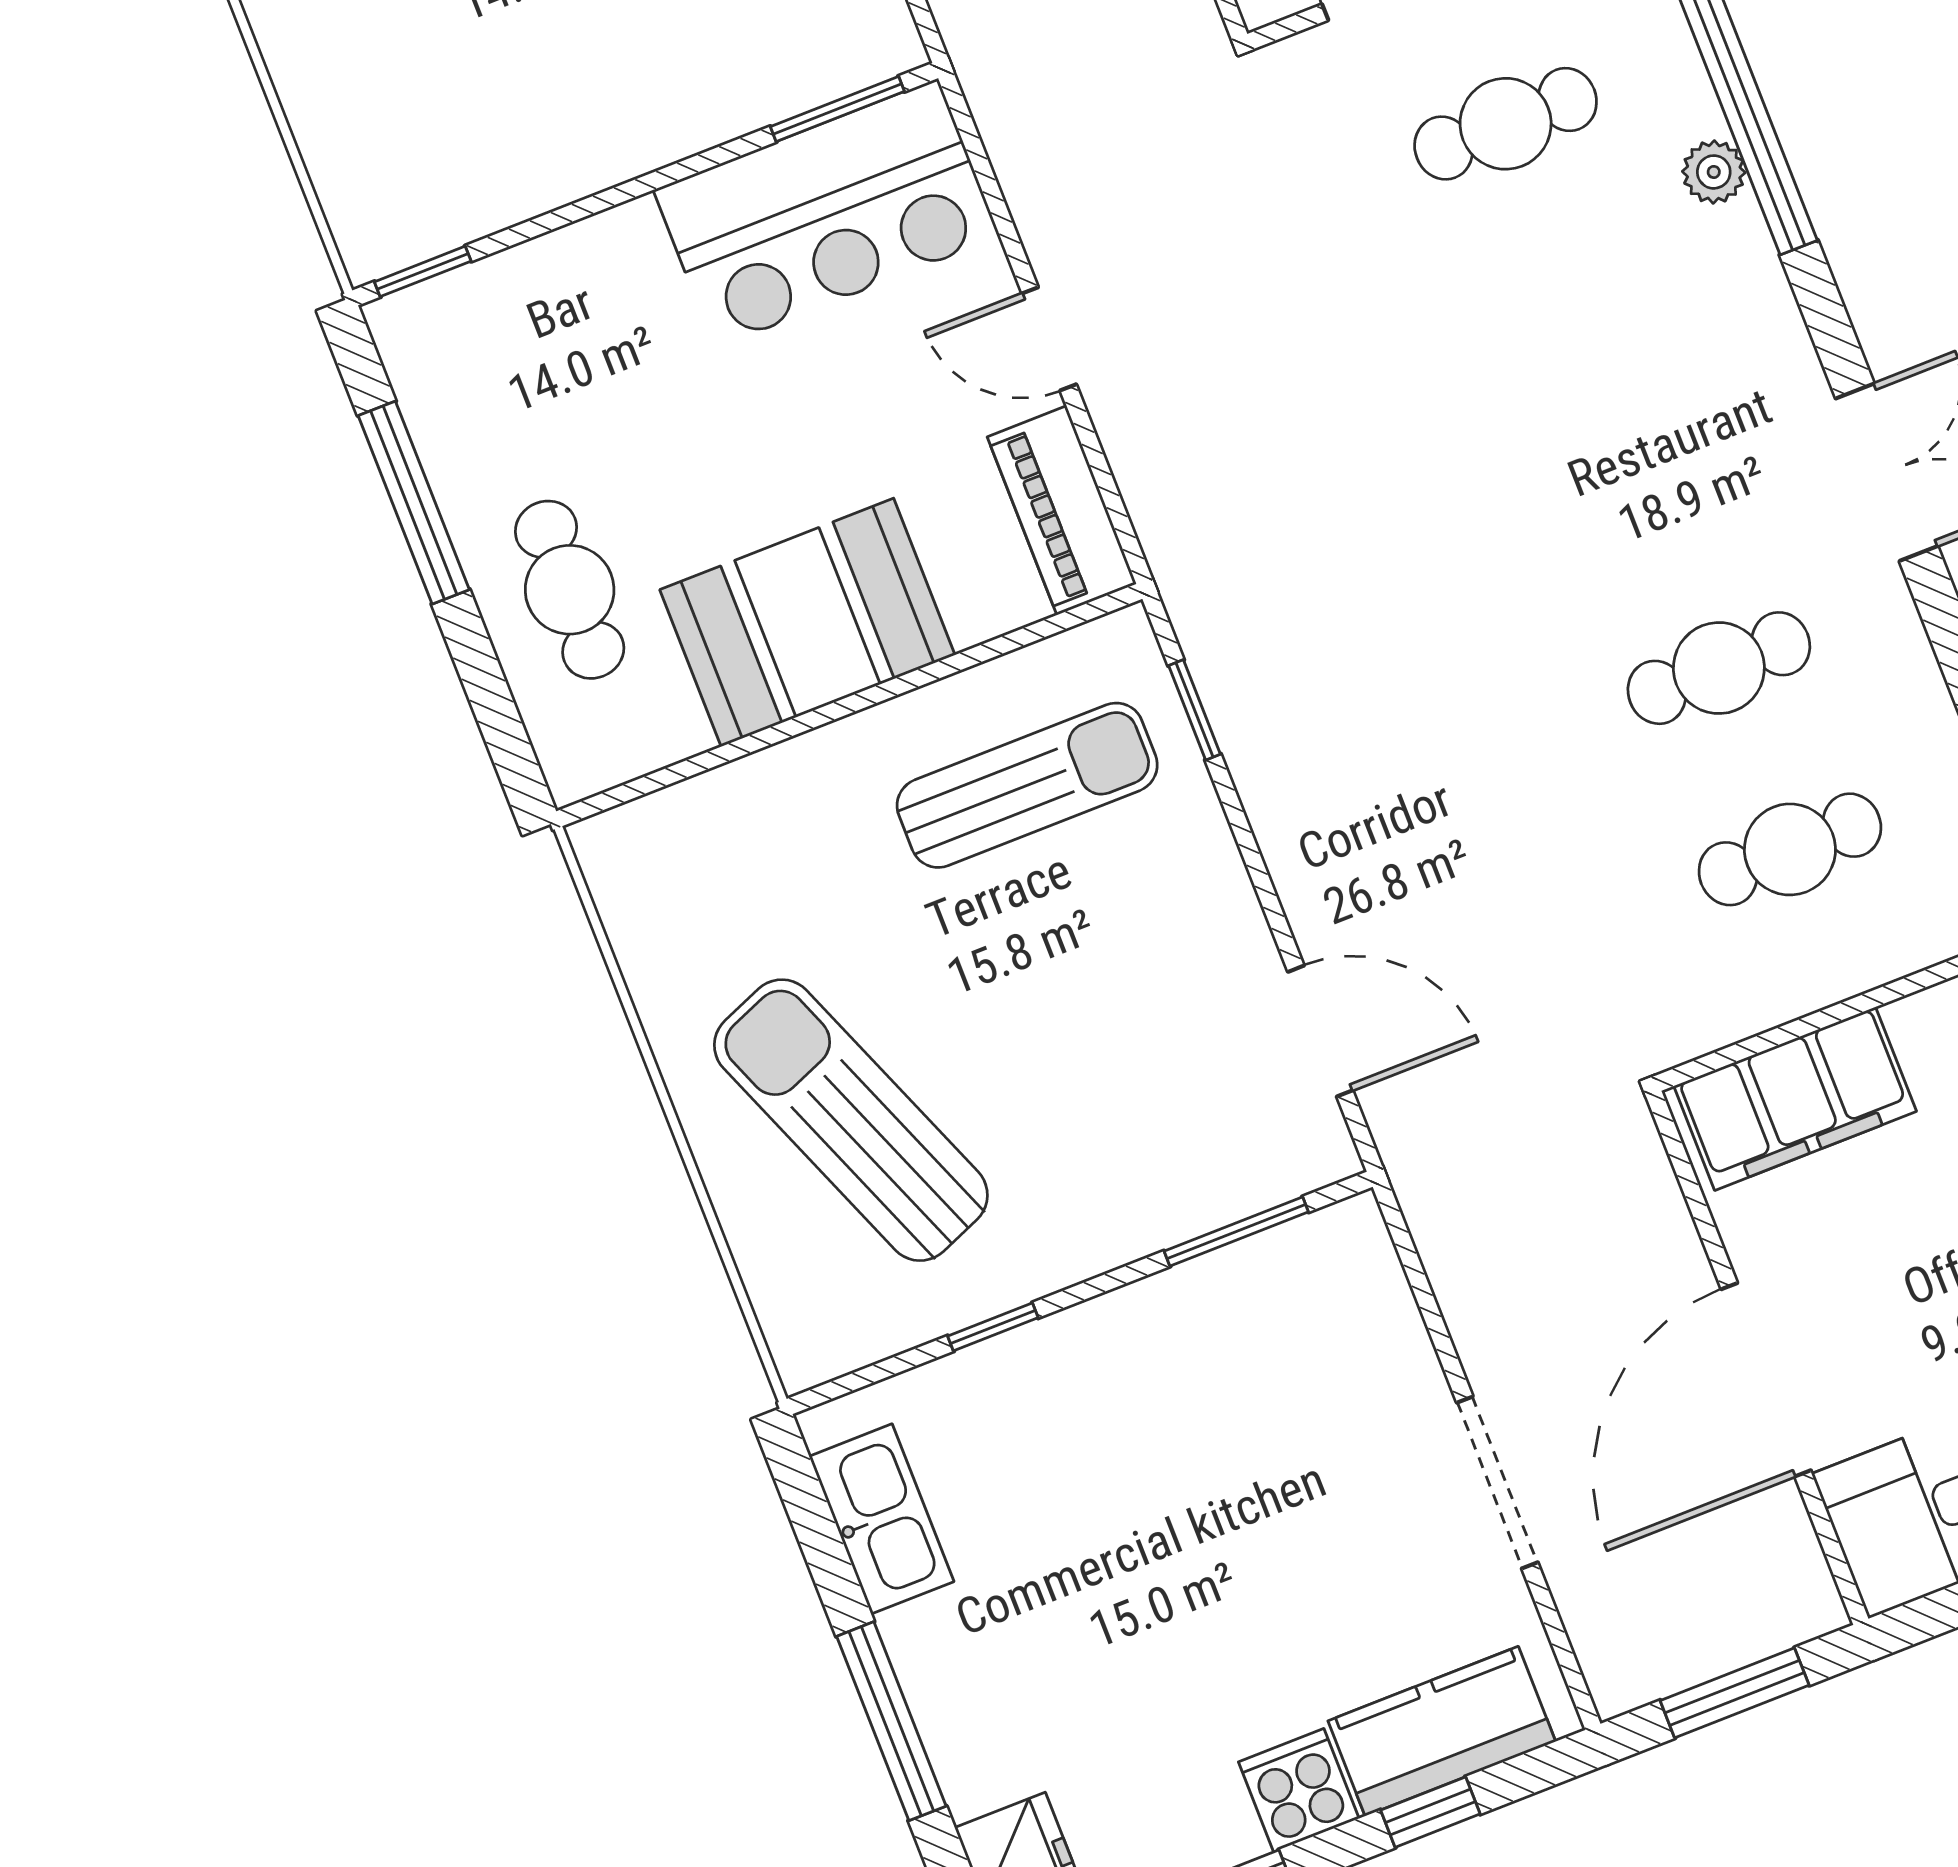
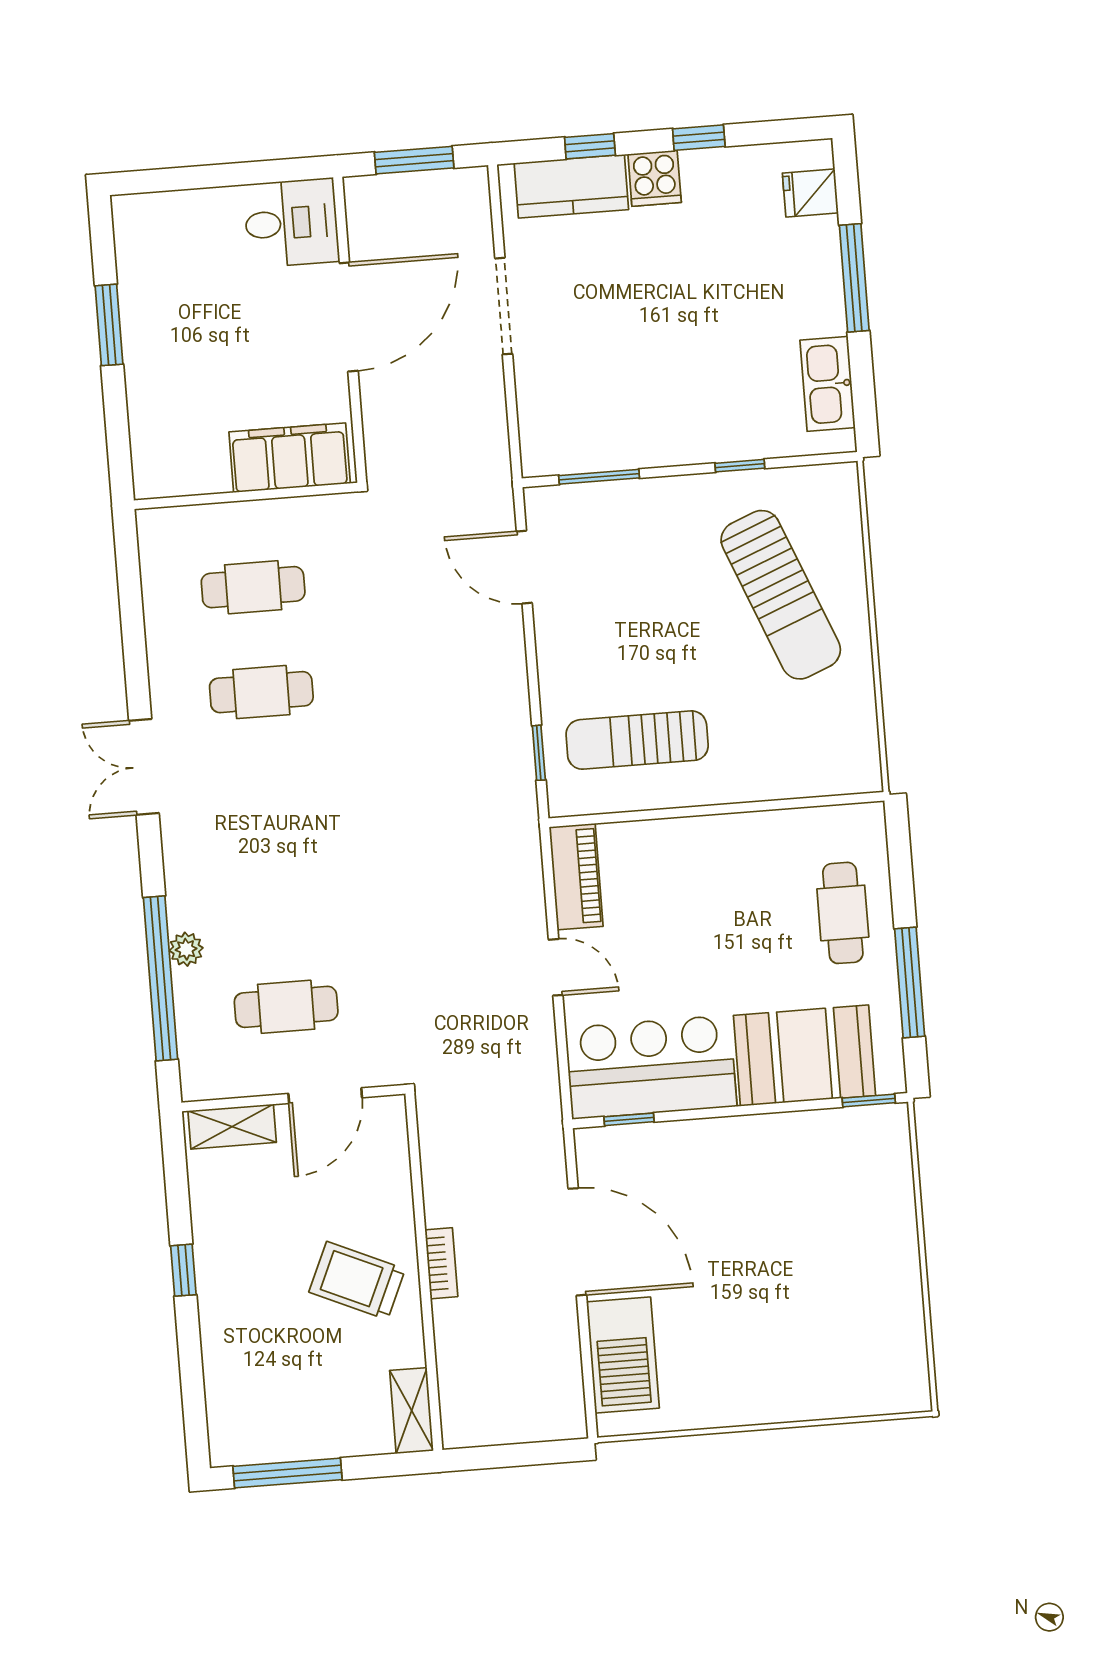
window: (837, 109) -> (629, 1119), width x0.67
booth: (807, 622) -> (805, 1056), moved

